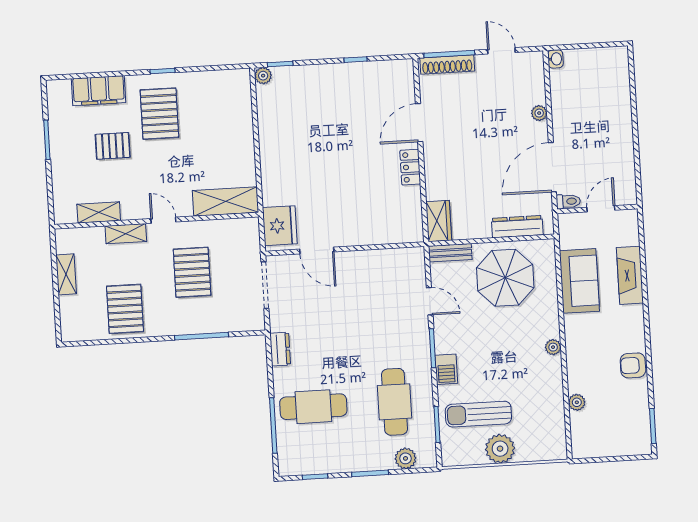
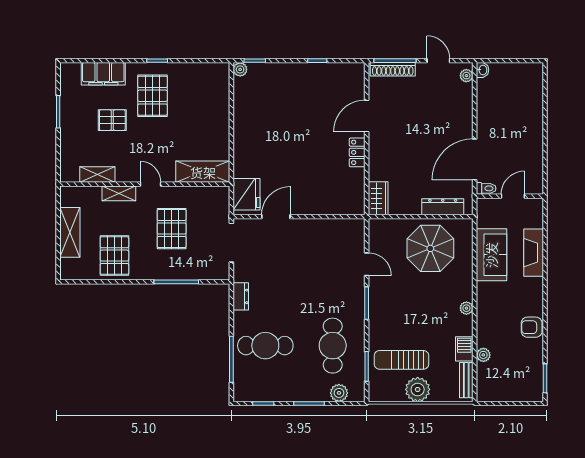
plant: (539, 113) -> (466, 76), moved
door: (317, 251) -> (276, 217), swing flipped
bench: (450, 253) -> (466, 380), moved, turned 90
shelving: (66, 274) -> (70, 232), width x1.50, depth x1.33
barbecue: (446, 369) -> (464, 349), moved, turned 180

